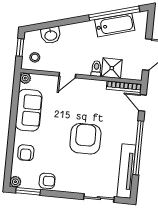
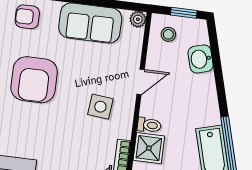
door: (67, 75) -> (141, 82), swing flipped
side table: (85, 102) -> (100, 107), added
armchair: (85, 139) -> (34, 80), moved, turned 90

